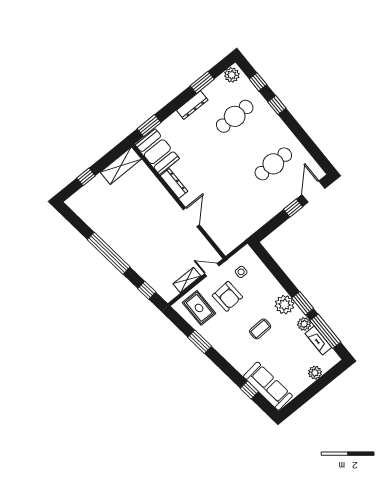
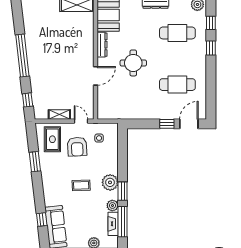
round table: (216, 177) -> (133, 63), added

